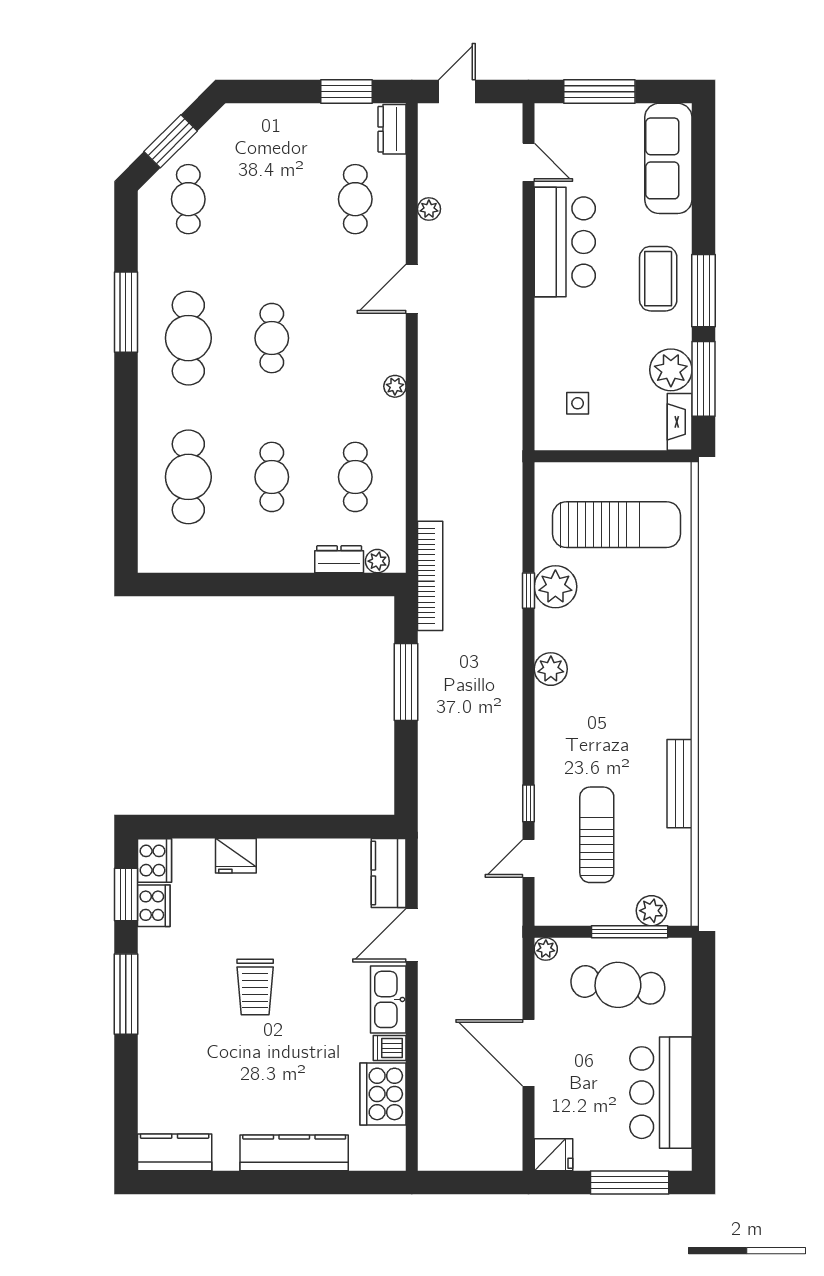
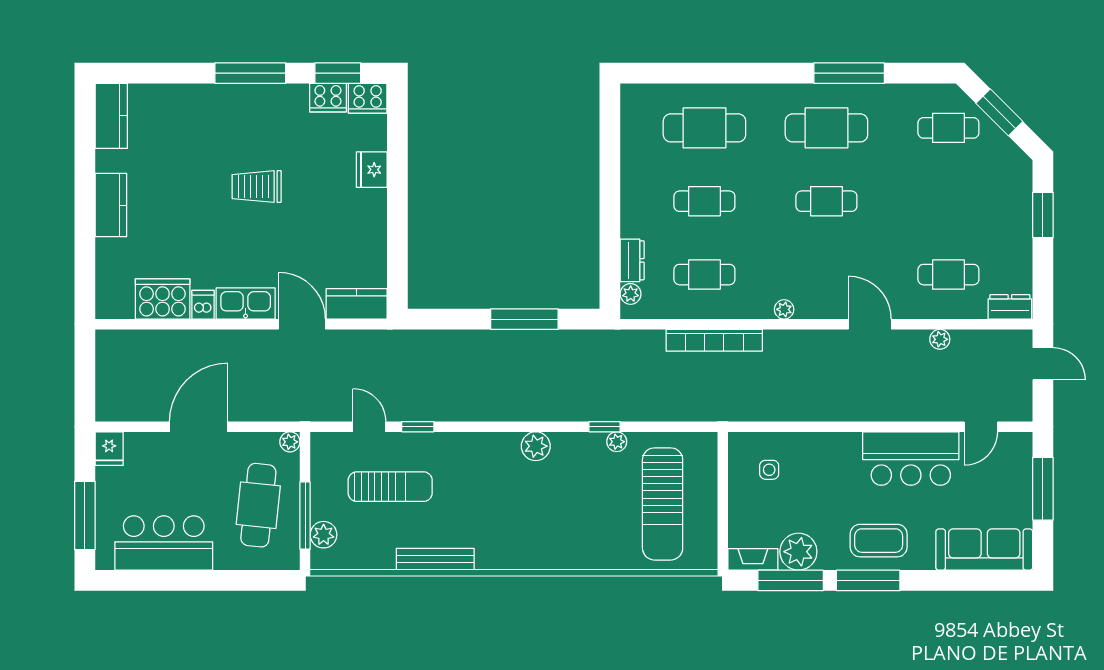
window: (347, 92) -> (1043, 215), moved
bookcase: (430, 576) -> (714, 340), moved
plant: (555, 587) -> (617, 442), width x0.53, depth x0.53
kitchen counter: (294, 1153) -> (111, 205), width x0.67

